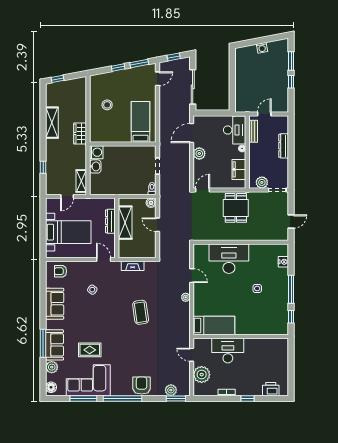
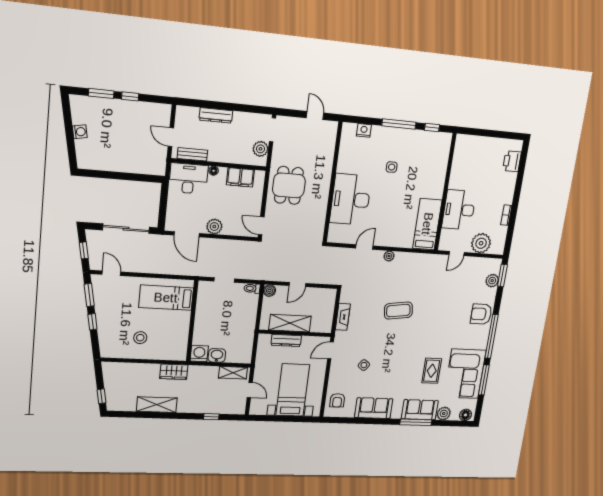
dining table: (236, 208) -> (289, 185), turned 90
window: (248, 398) -> (518, 191), removed

